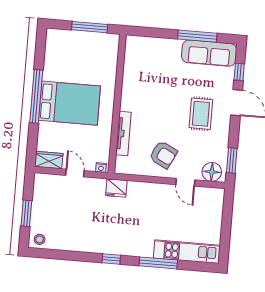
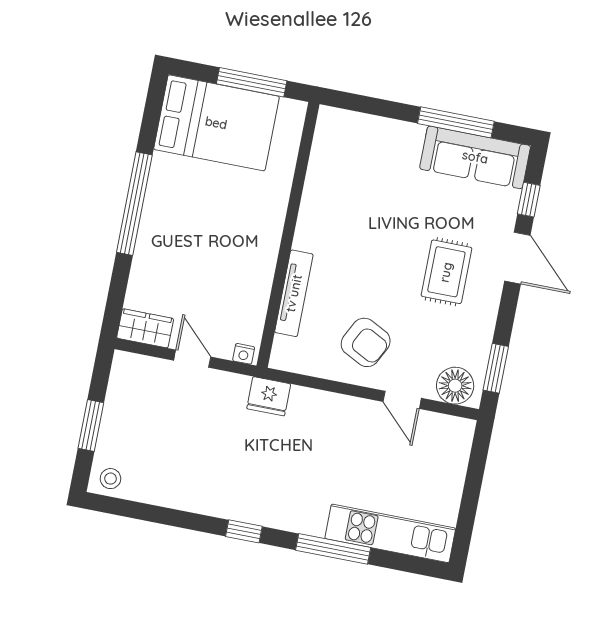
bed: (69, 103) -> (216, 123), moved

